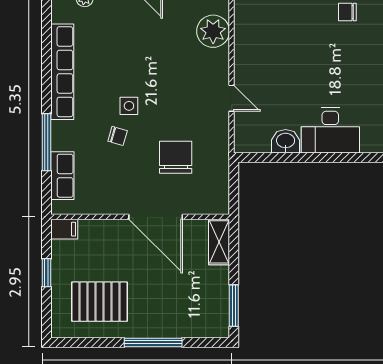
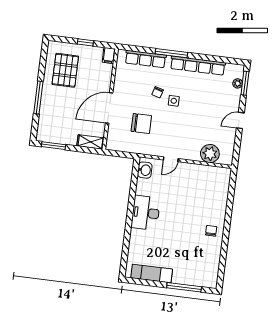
washbasin: (286, 141) -> (145, 170), moved
window: (46, 142) -> (171, 53), moved
row of seats: (62, 176) -> (146, 59), width x1.48

